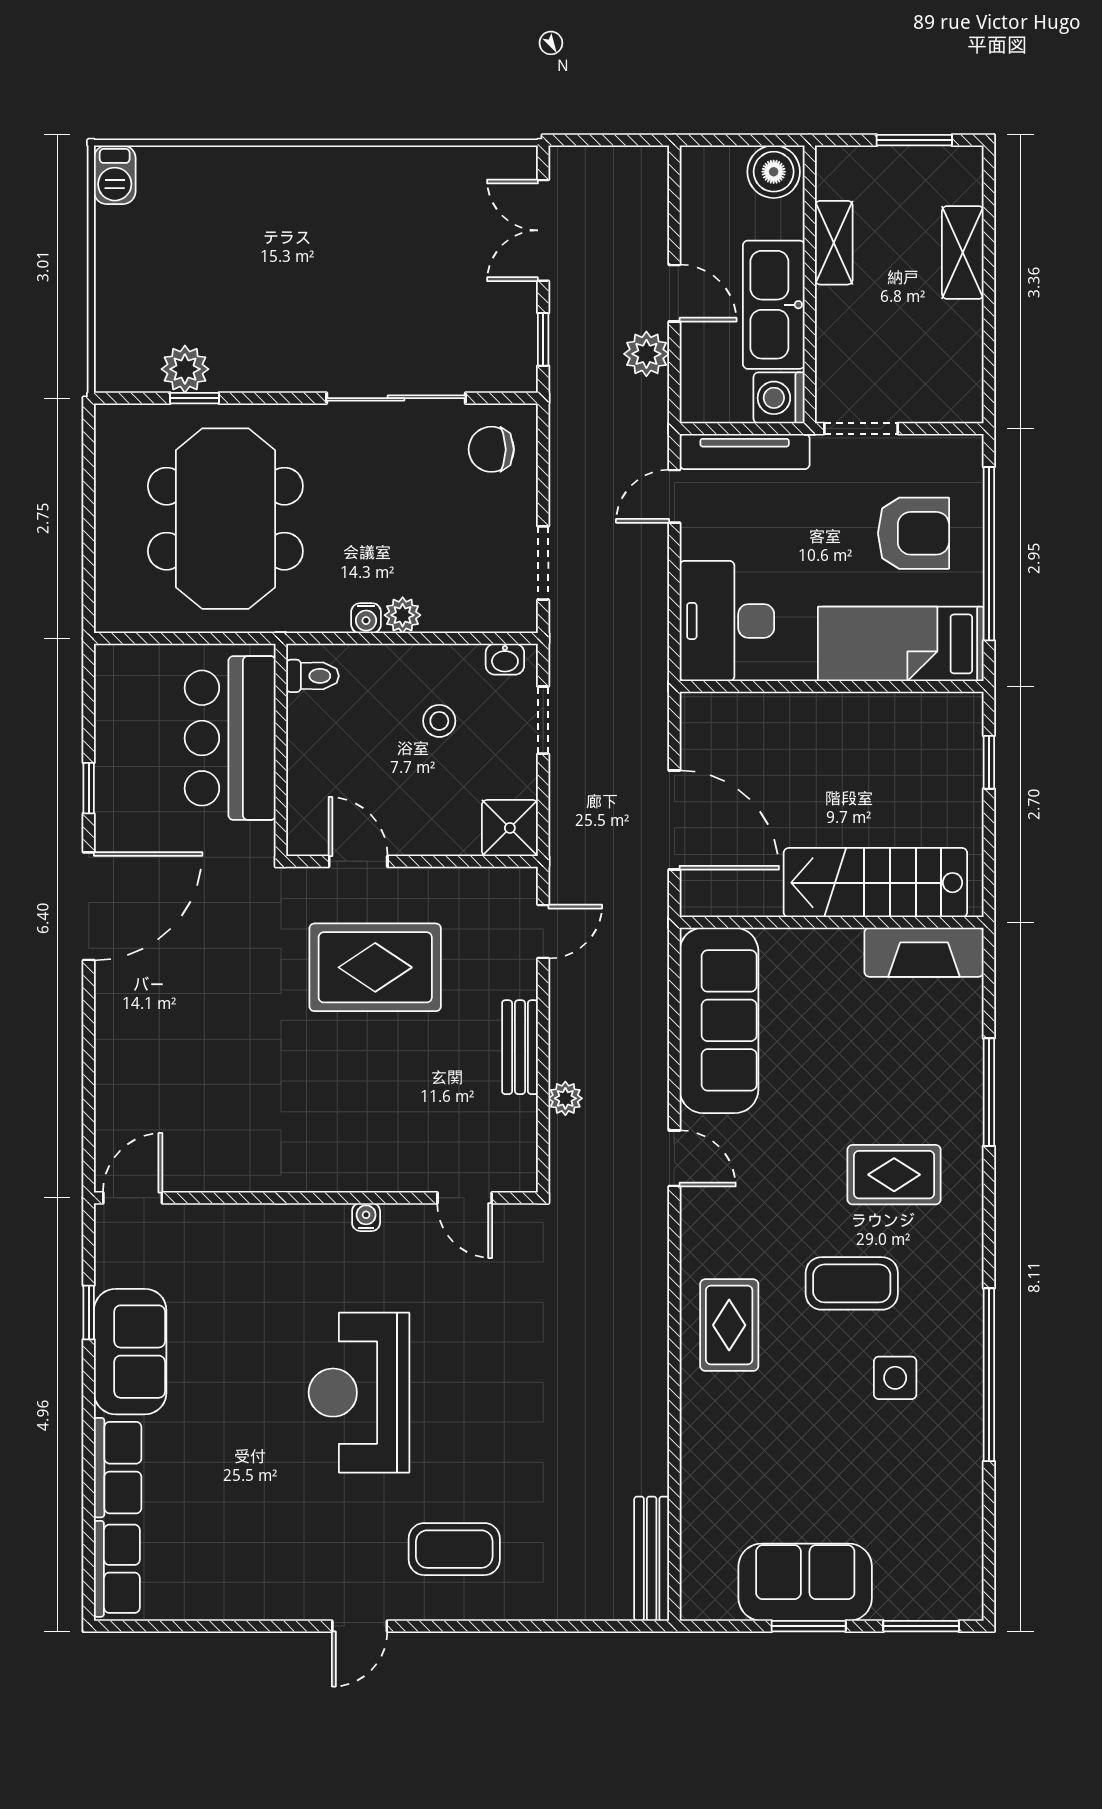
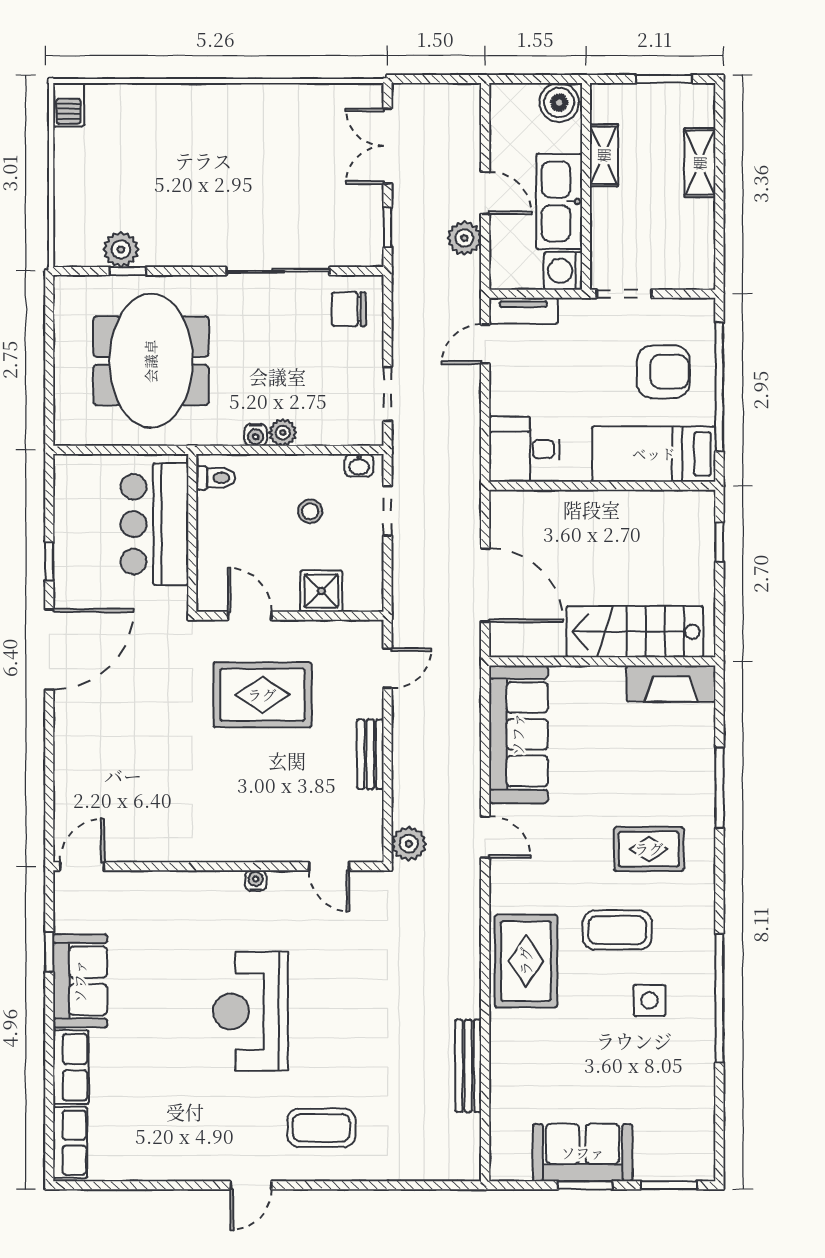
tv unit: (745, 451) -> (523, 311), width x0.71
desk: (727, 621) -> (524, 449), width x0.73
shower: (510, 828) -> (321, 591), moved
plant: (565, 1098) -> (409, 844), moved, width x1.38, depth x1.38
rug: (729, 1325) -> (526, 961), width x1.36, depth x1.43
bench: (652, 1559) -> (468, 1066), moved

